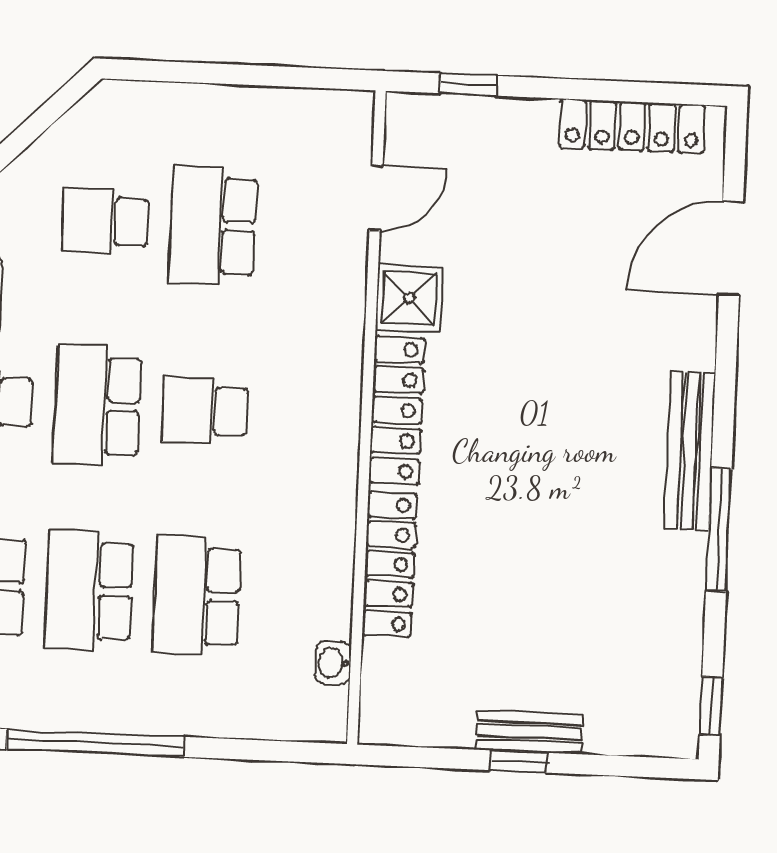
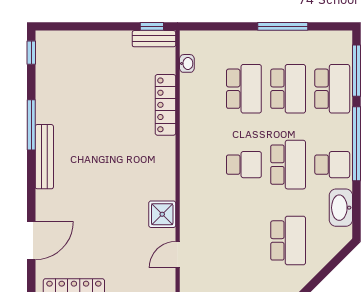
school desk: (105, 221) -> (288, 240), width x1.85
school desk: (213, 226) -> (244, 240), removed
locker: (397, 410) -> (165, 168), removed
bench: (529, 732) -> (154, 39), moved
window: (95, 743) -> (283, 26), width x0.68
window: (519, 762) -> (152, 26), moved

